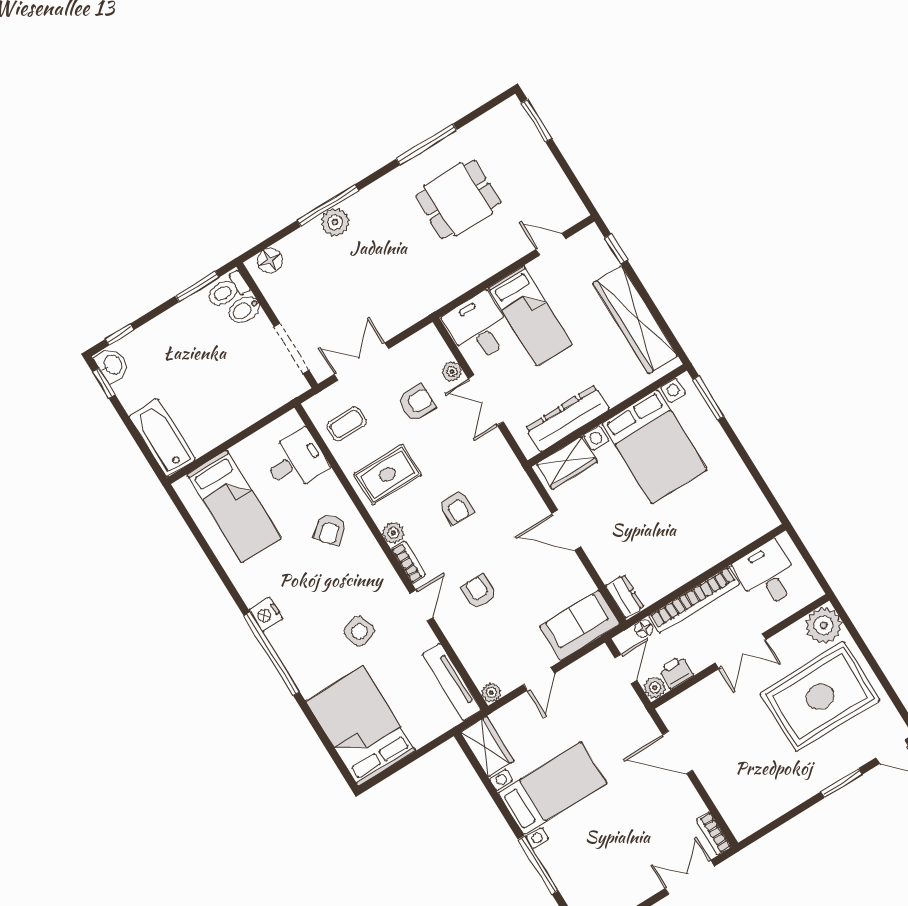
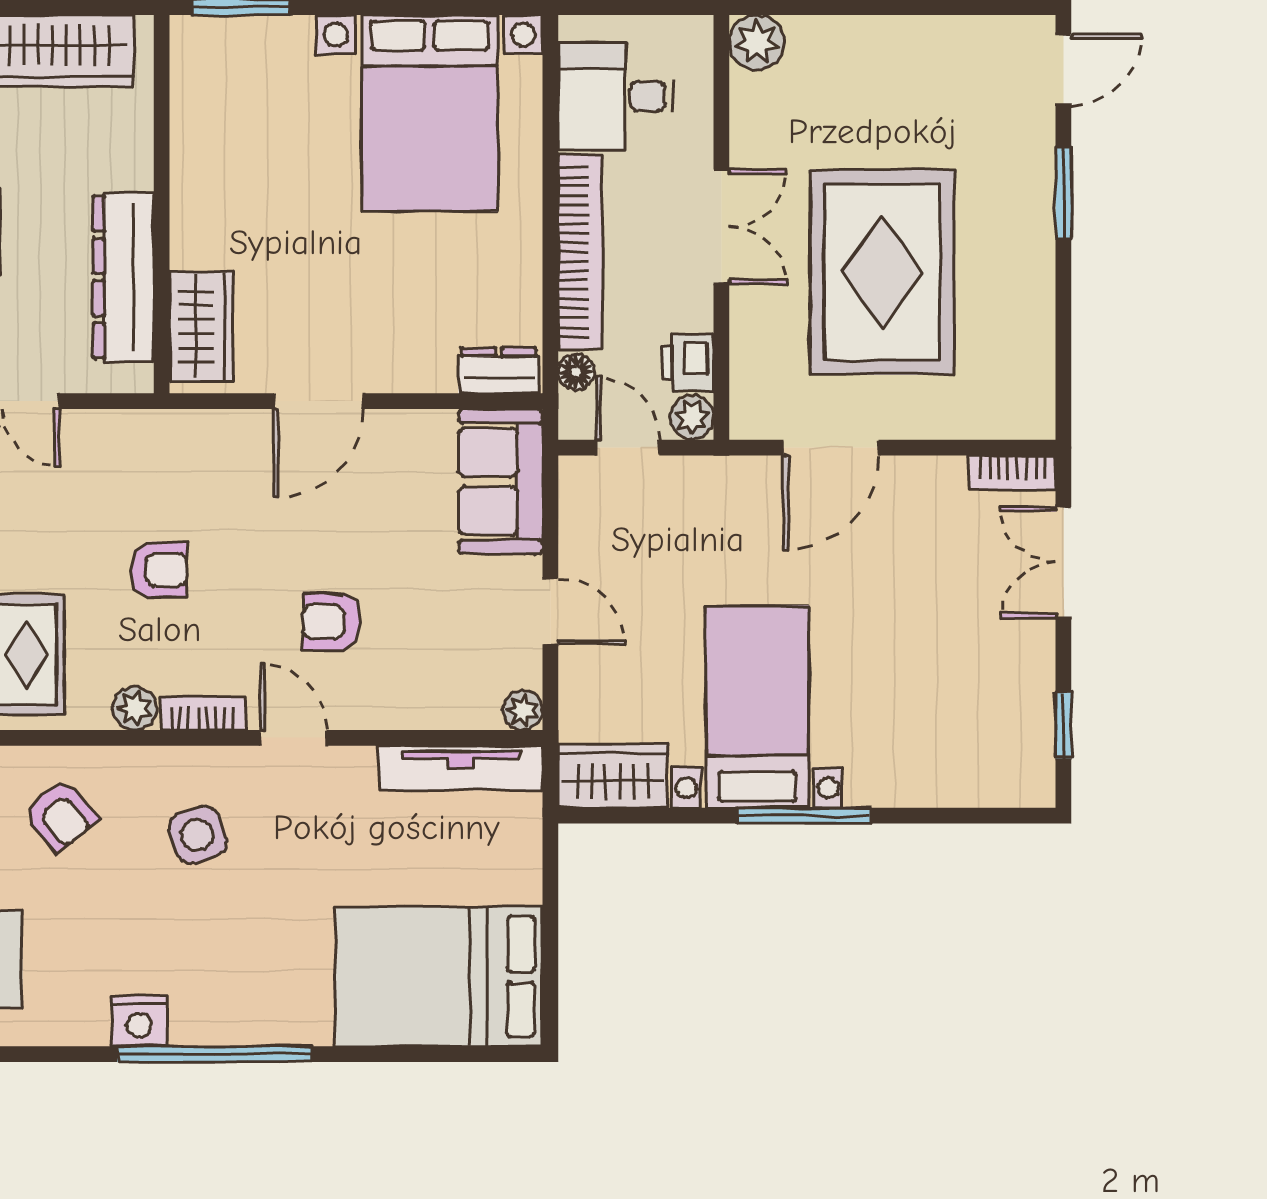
bed with nightstands: (655, 446) -> (430, 113), moved, turned 90
plant: (824, 625) -> (757, 42), width x0.73, depth x0.73
side table: (359, 631) -> (198, 835), moved
rug: (820, 697) -> (882, 272), moved
window: (538, 865) -> (804, 816), moved

